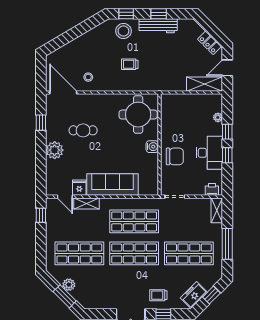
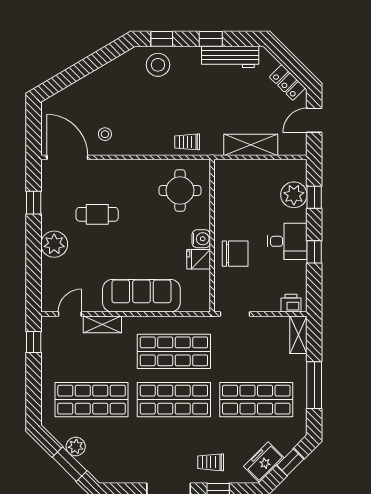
workbench: (158, 26) -> (230, 57), moved
trolley: (130, 64) -> (187, 142), moved
shelving: (205, 84) -> (251, 145), moved
round table: (138, 115) -> (180, 191), width x0.73, depth x0.73
plant: (218, 117) -> (294, 195), width x1.88, depth x1.88
window: (227, 132) -> (314, 197), moved
desk: (209, 153) -> (287, 241), width x0.73
fridge: (79, 188) -> (199, 259), moved, turned -90
door: (65, 197) -> (70, 314), swing flipped

